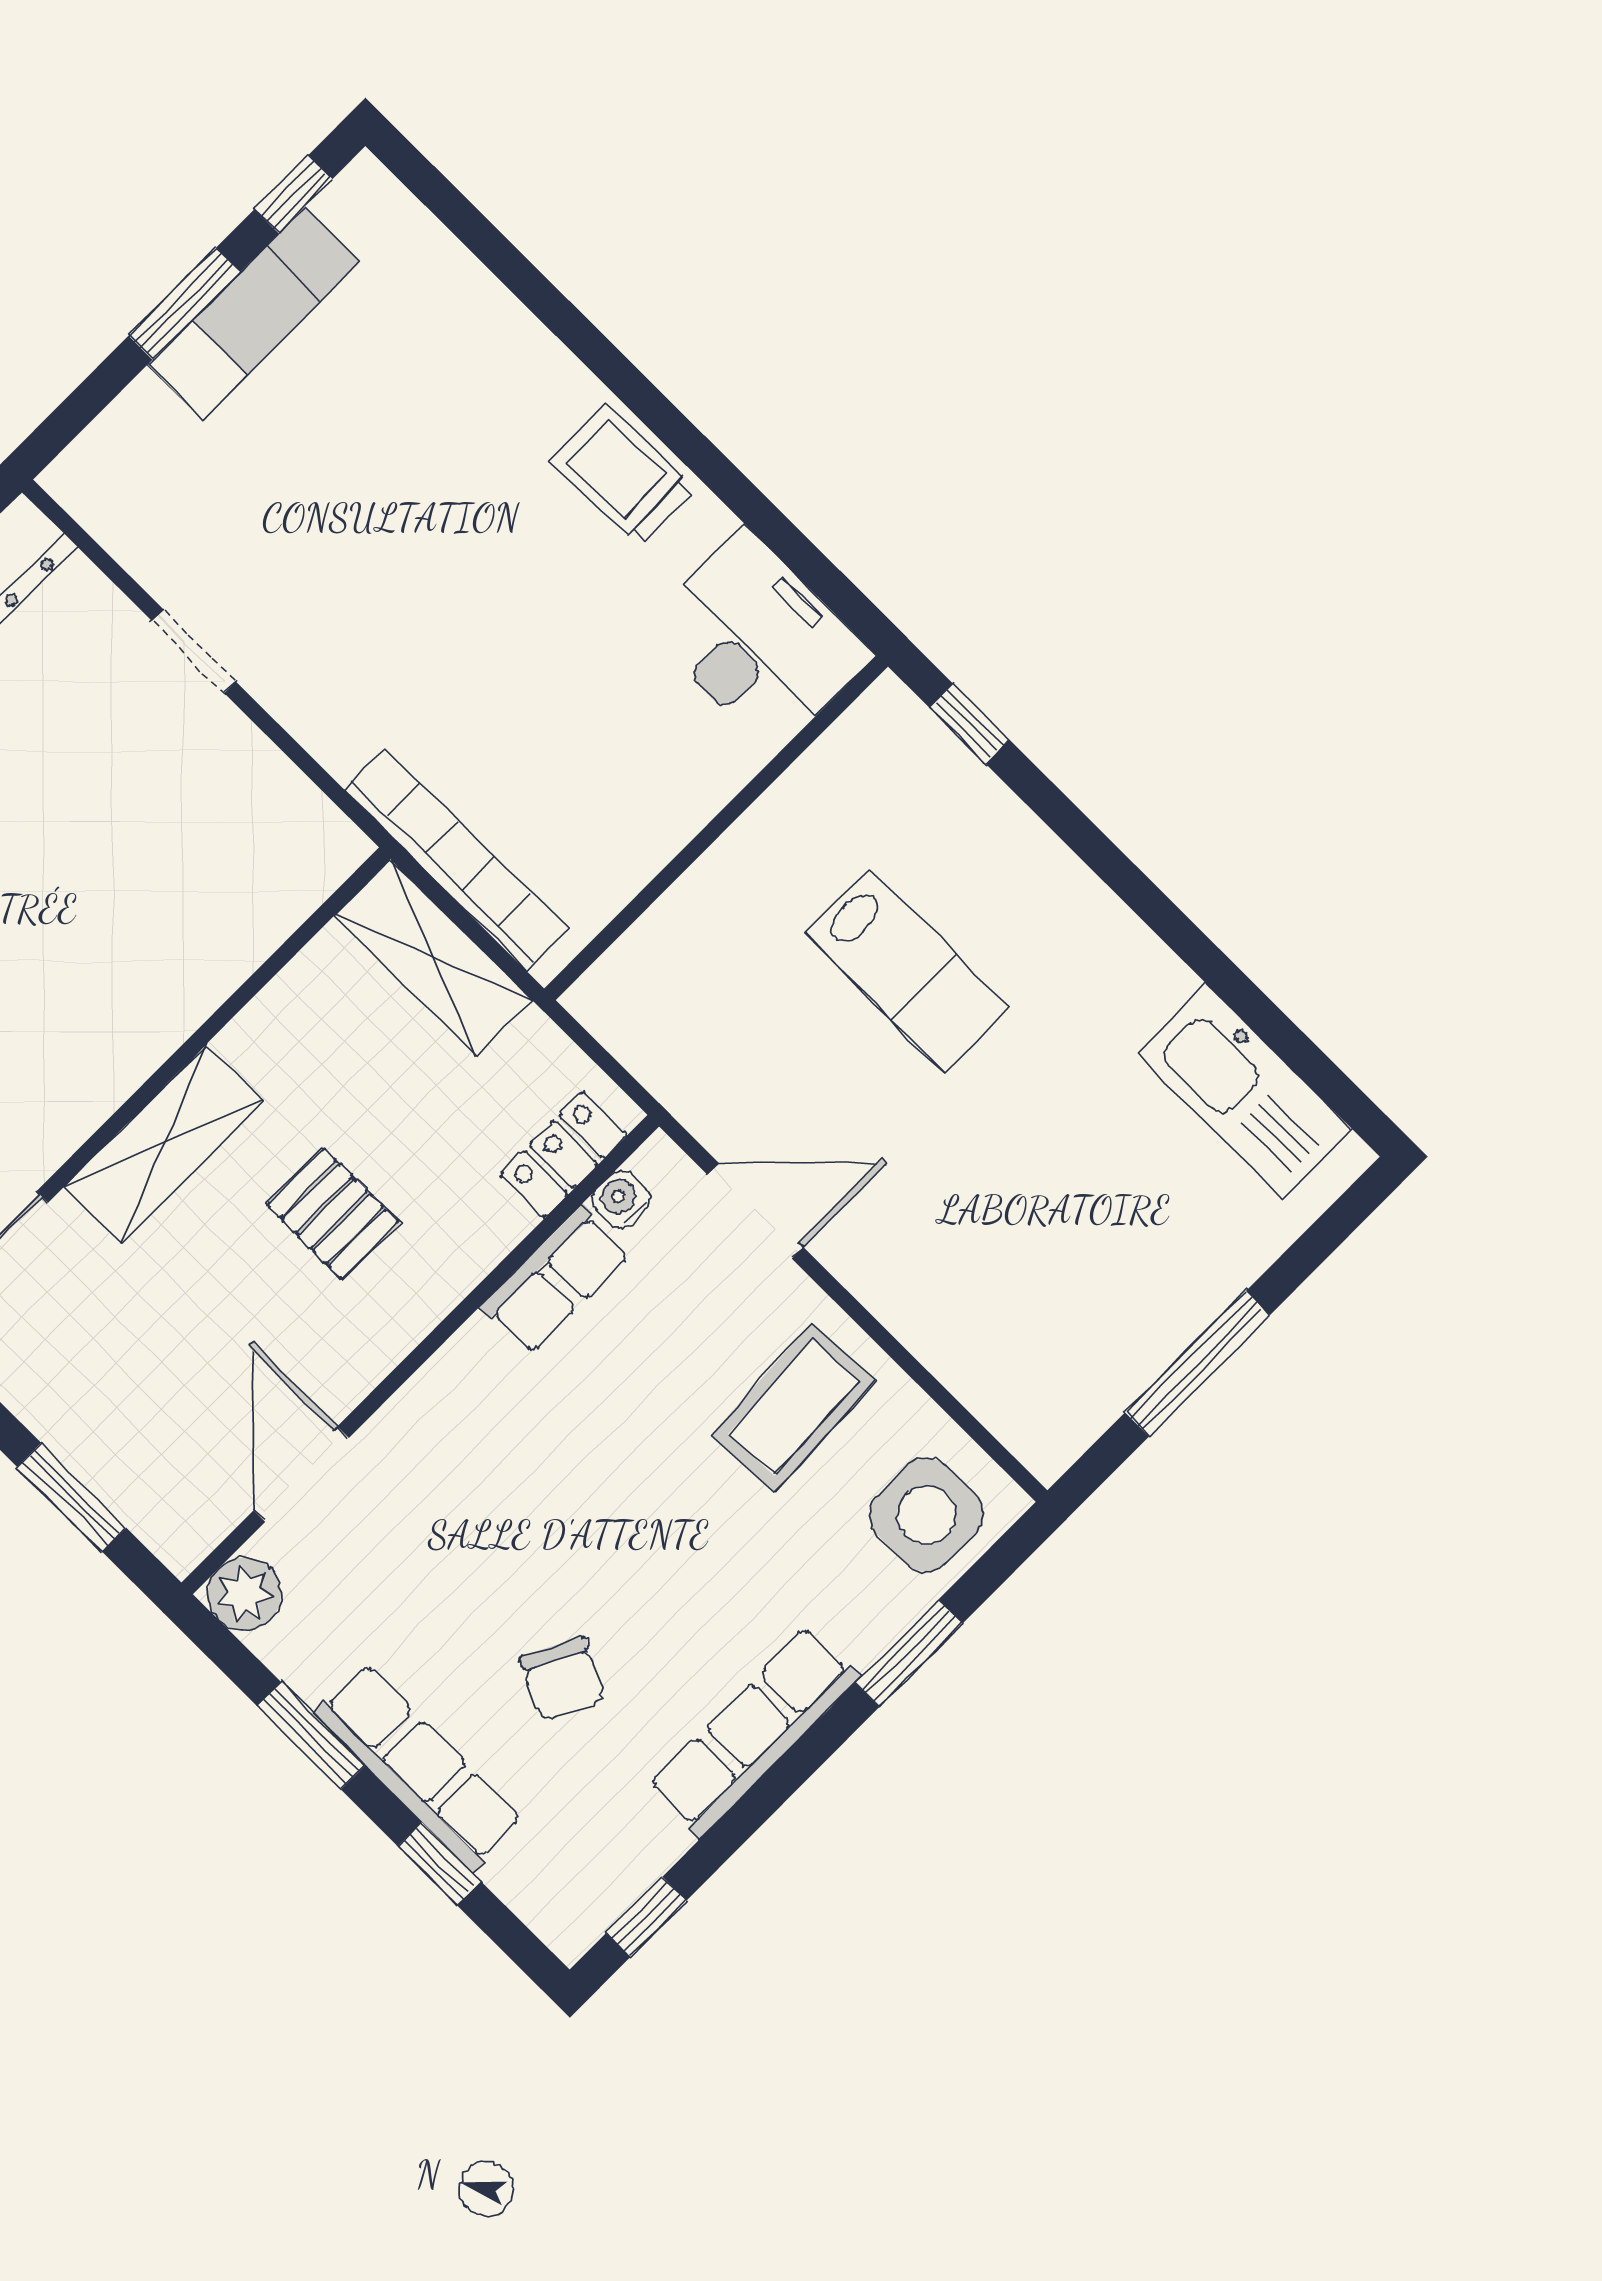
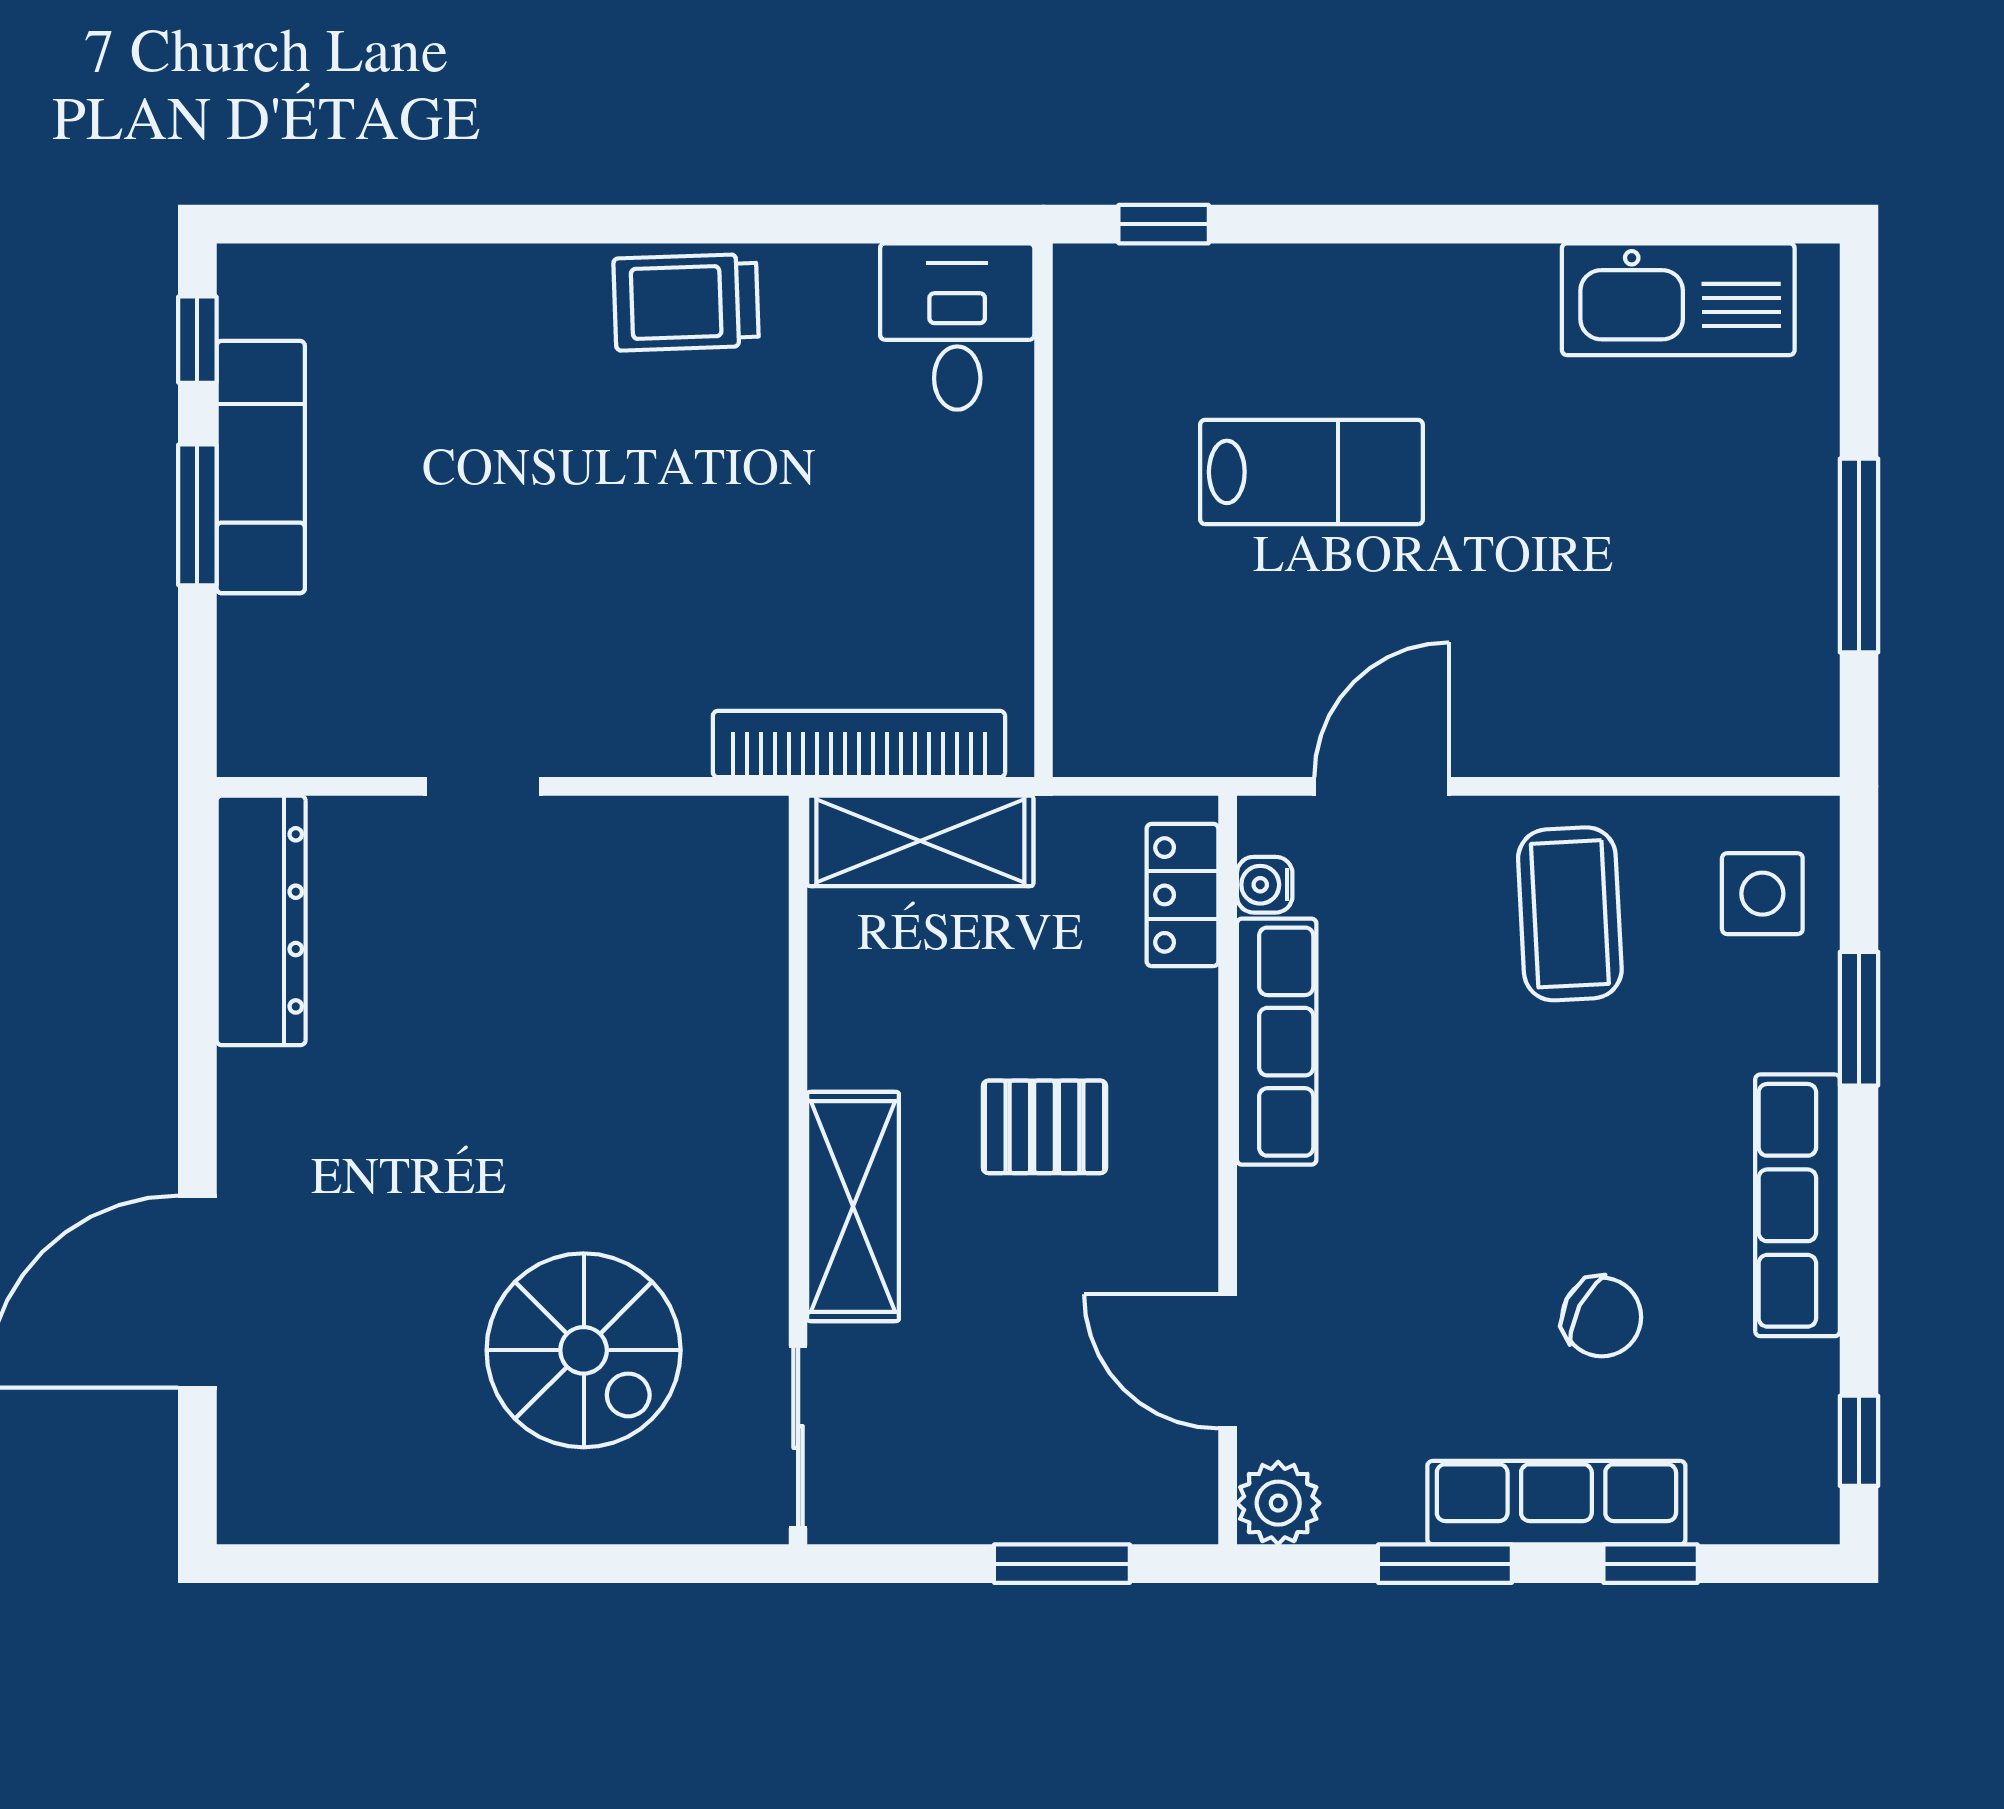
desk: (759, 641) -> (957, 326), width x0.73
row of seats: (556, 1280) -> (1277, 1042), width x1.48
side table: (926, 1515) -> (1762, 894), width x0.73, depth x0.73

